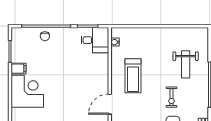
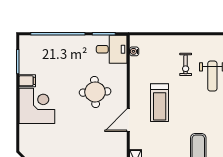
chair: (45, 36) -> (56, 45), removed
treadmill: (133, 76) -> (160, 103), moved
round table: (80, 79) -> (95, 92), added
exercise bike: (172, 97) -> (186, 64), moved

